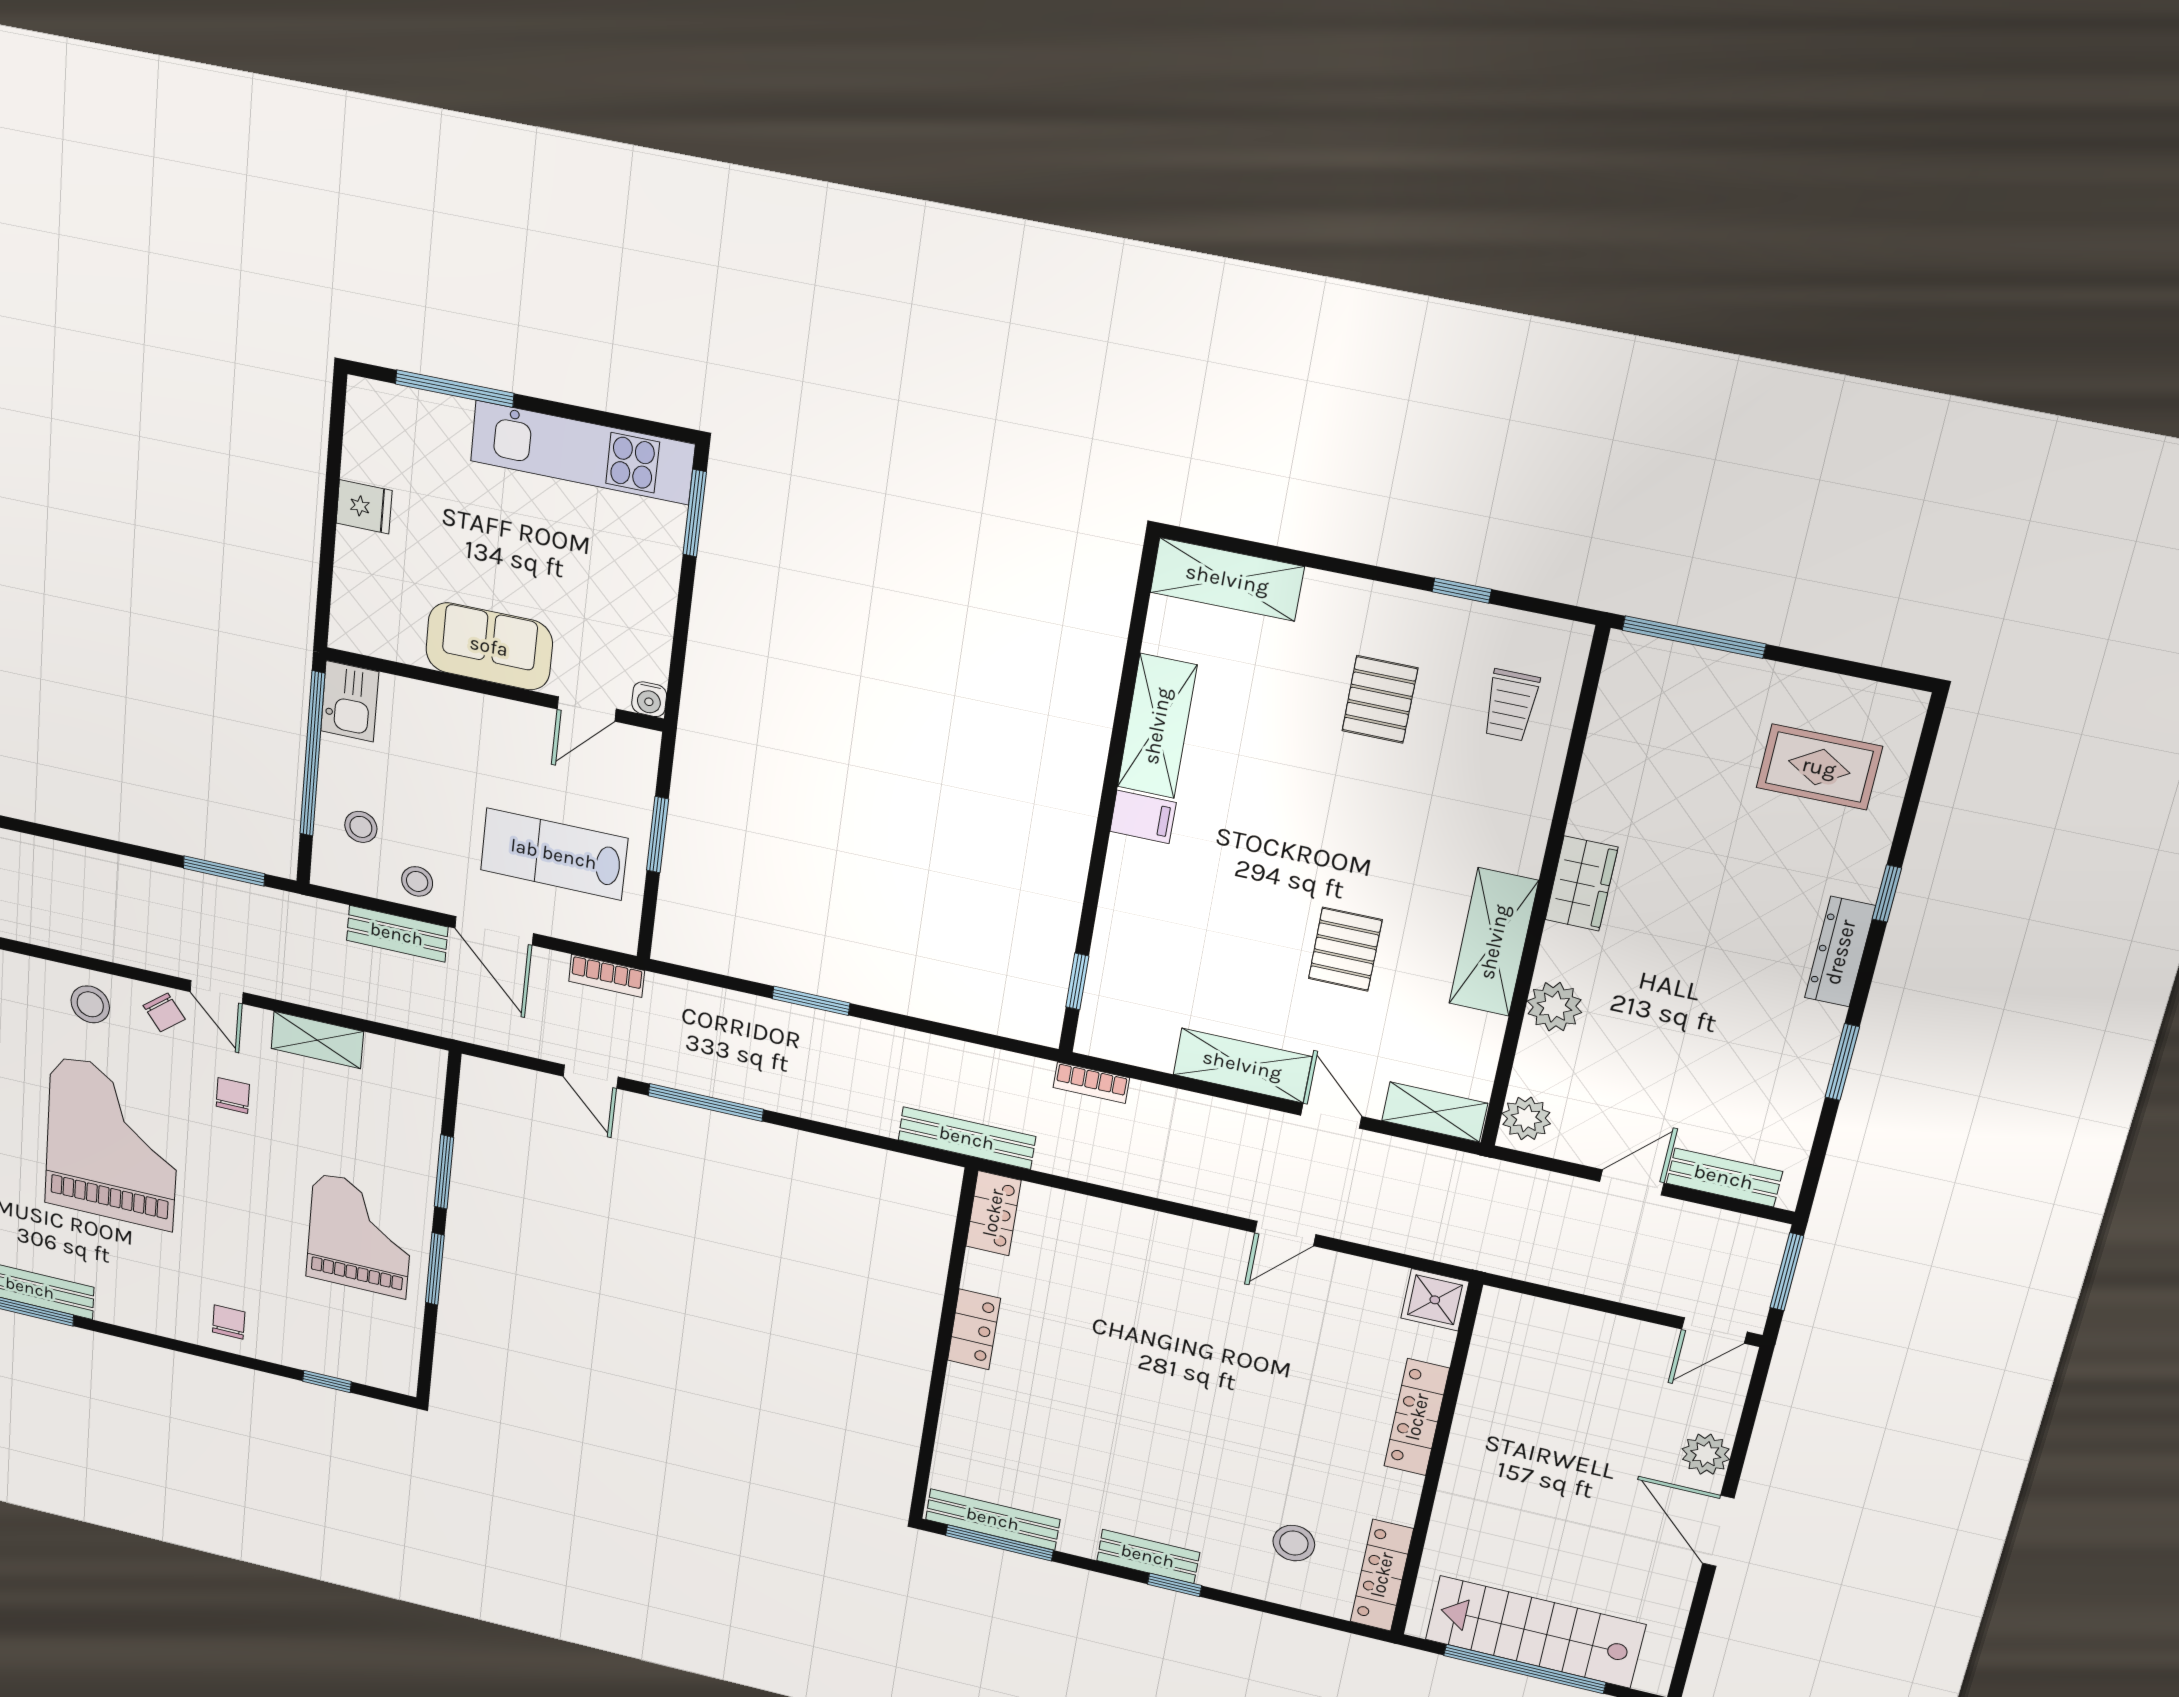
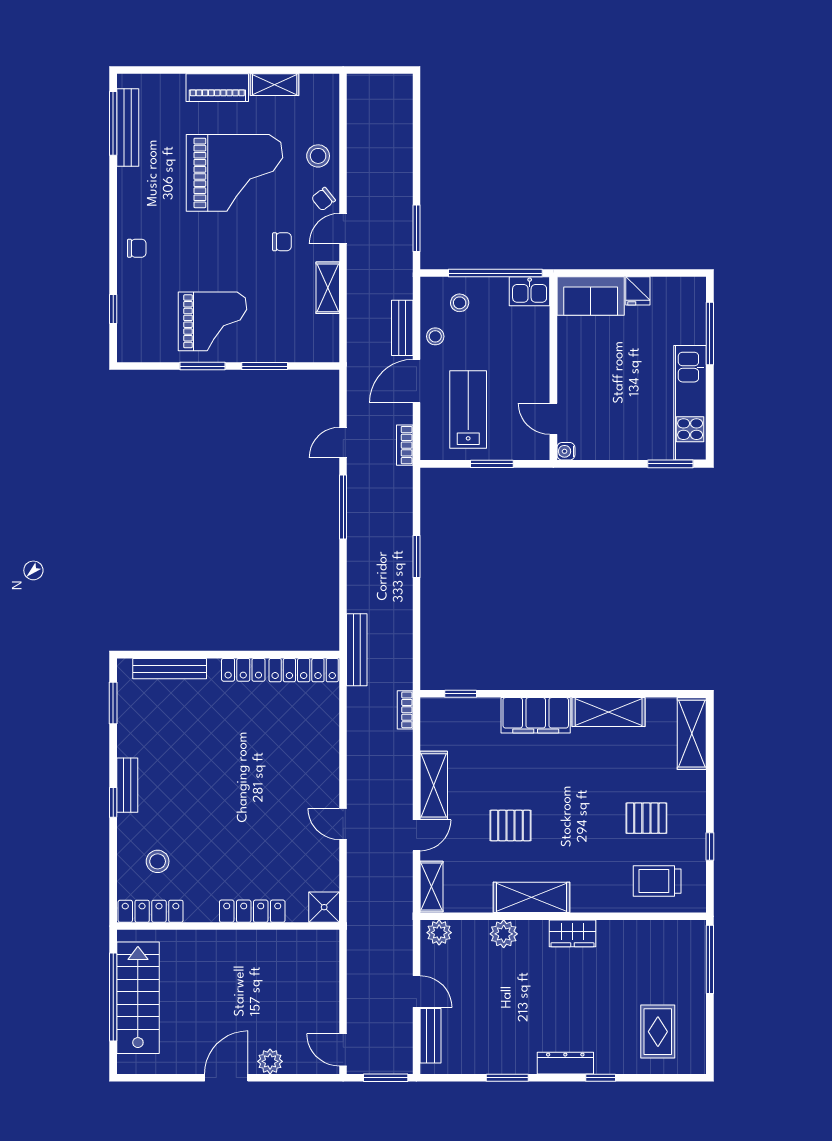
sofa: (489, 646) -> (591, 296), moved, turned 90
trolley: (1511, 705) -> (657, 881), width x1.36, depth x1.39
filing cabinet: (1143, 817) -> (536, 715), width x3.00, depth x1.17
locker: (993, 1213) -> (304, 670), width x1.53
bench: (993, 1519) -> (170, 669), moved, turned 90
window: (999, 1543) -> (113, 703), width x0.69

